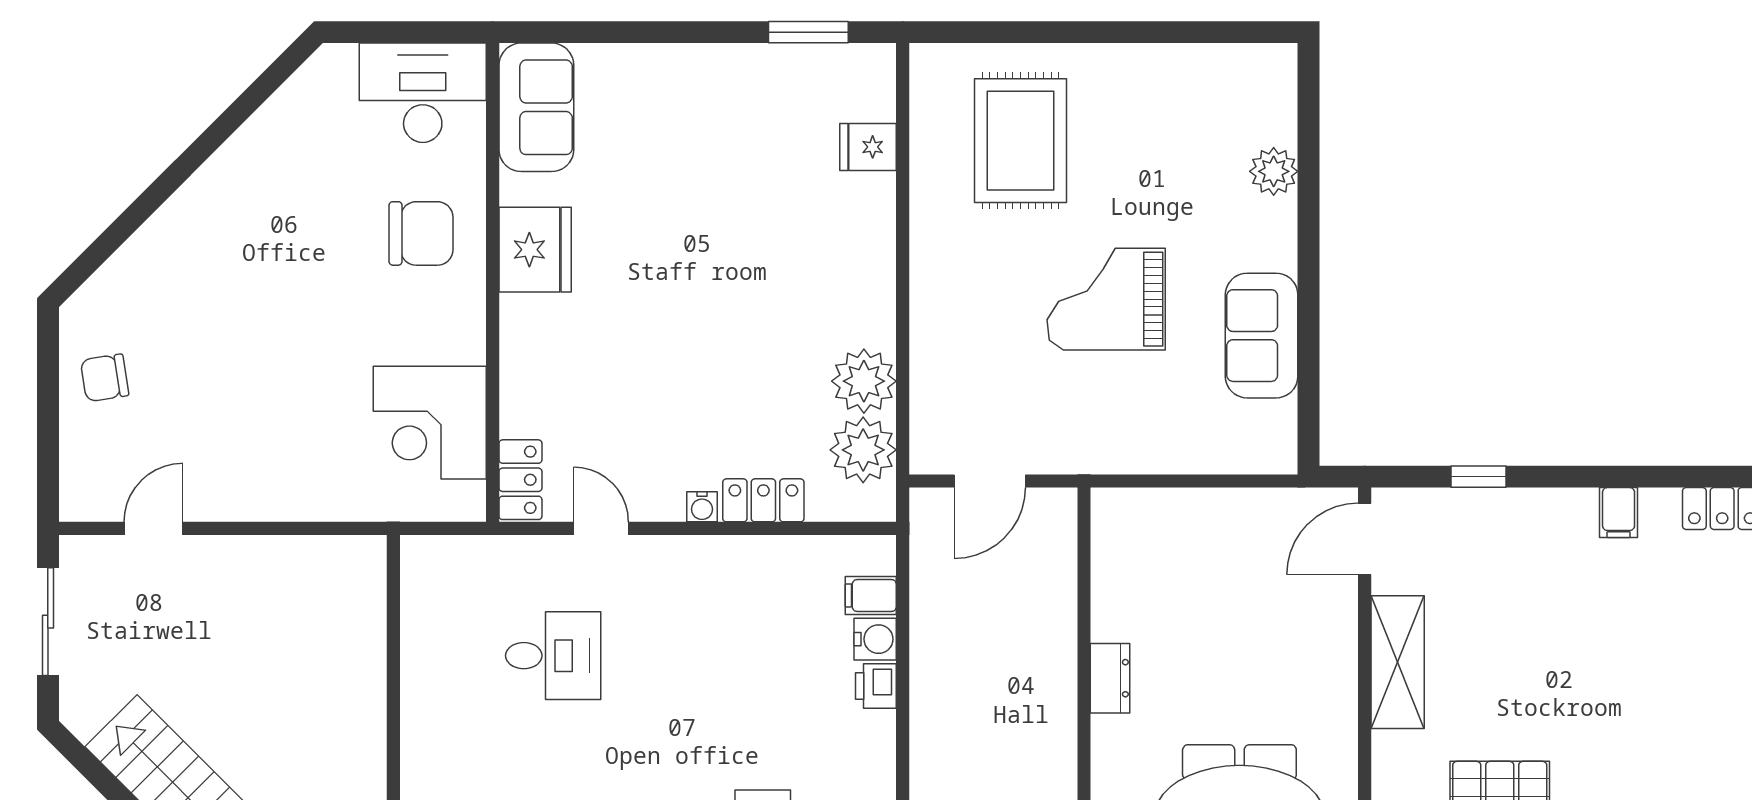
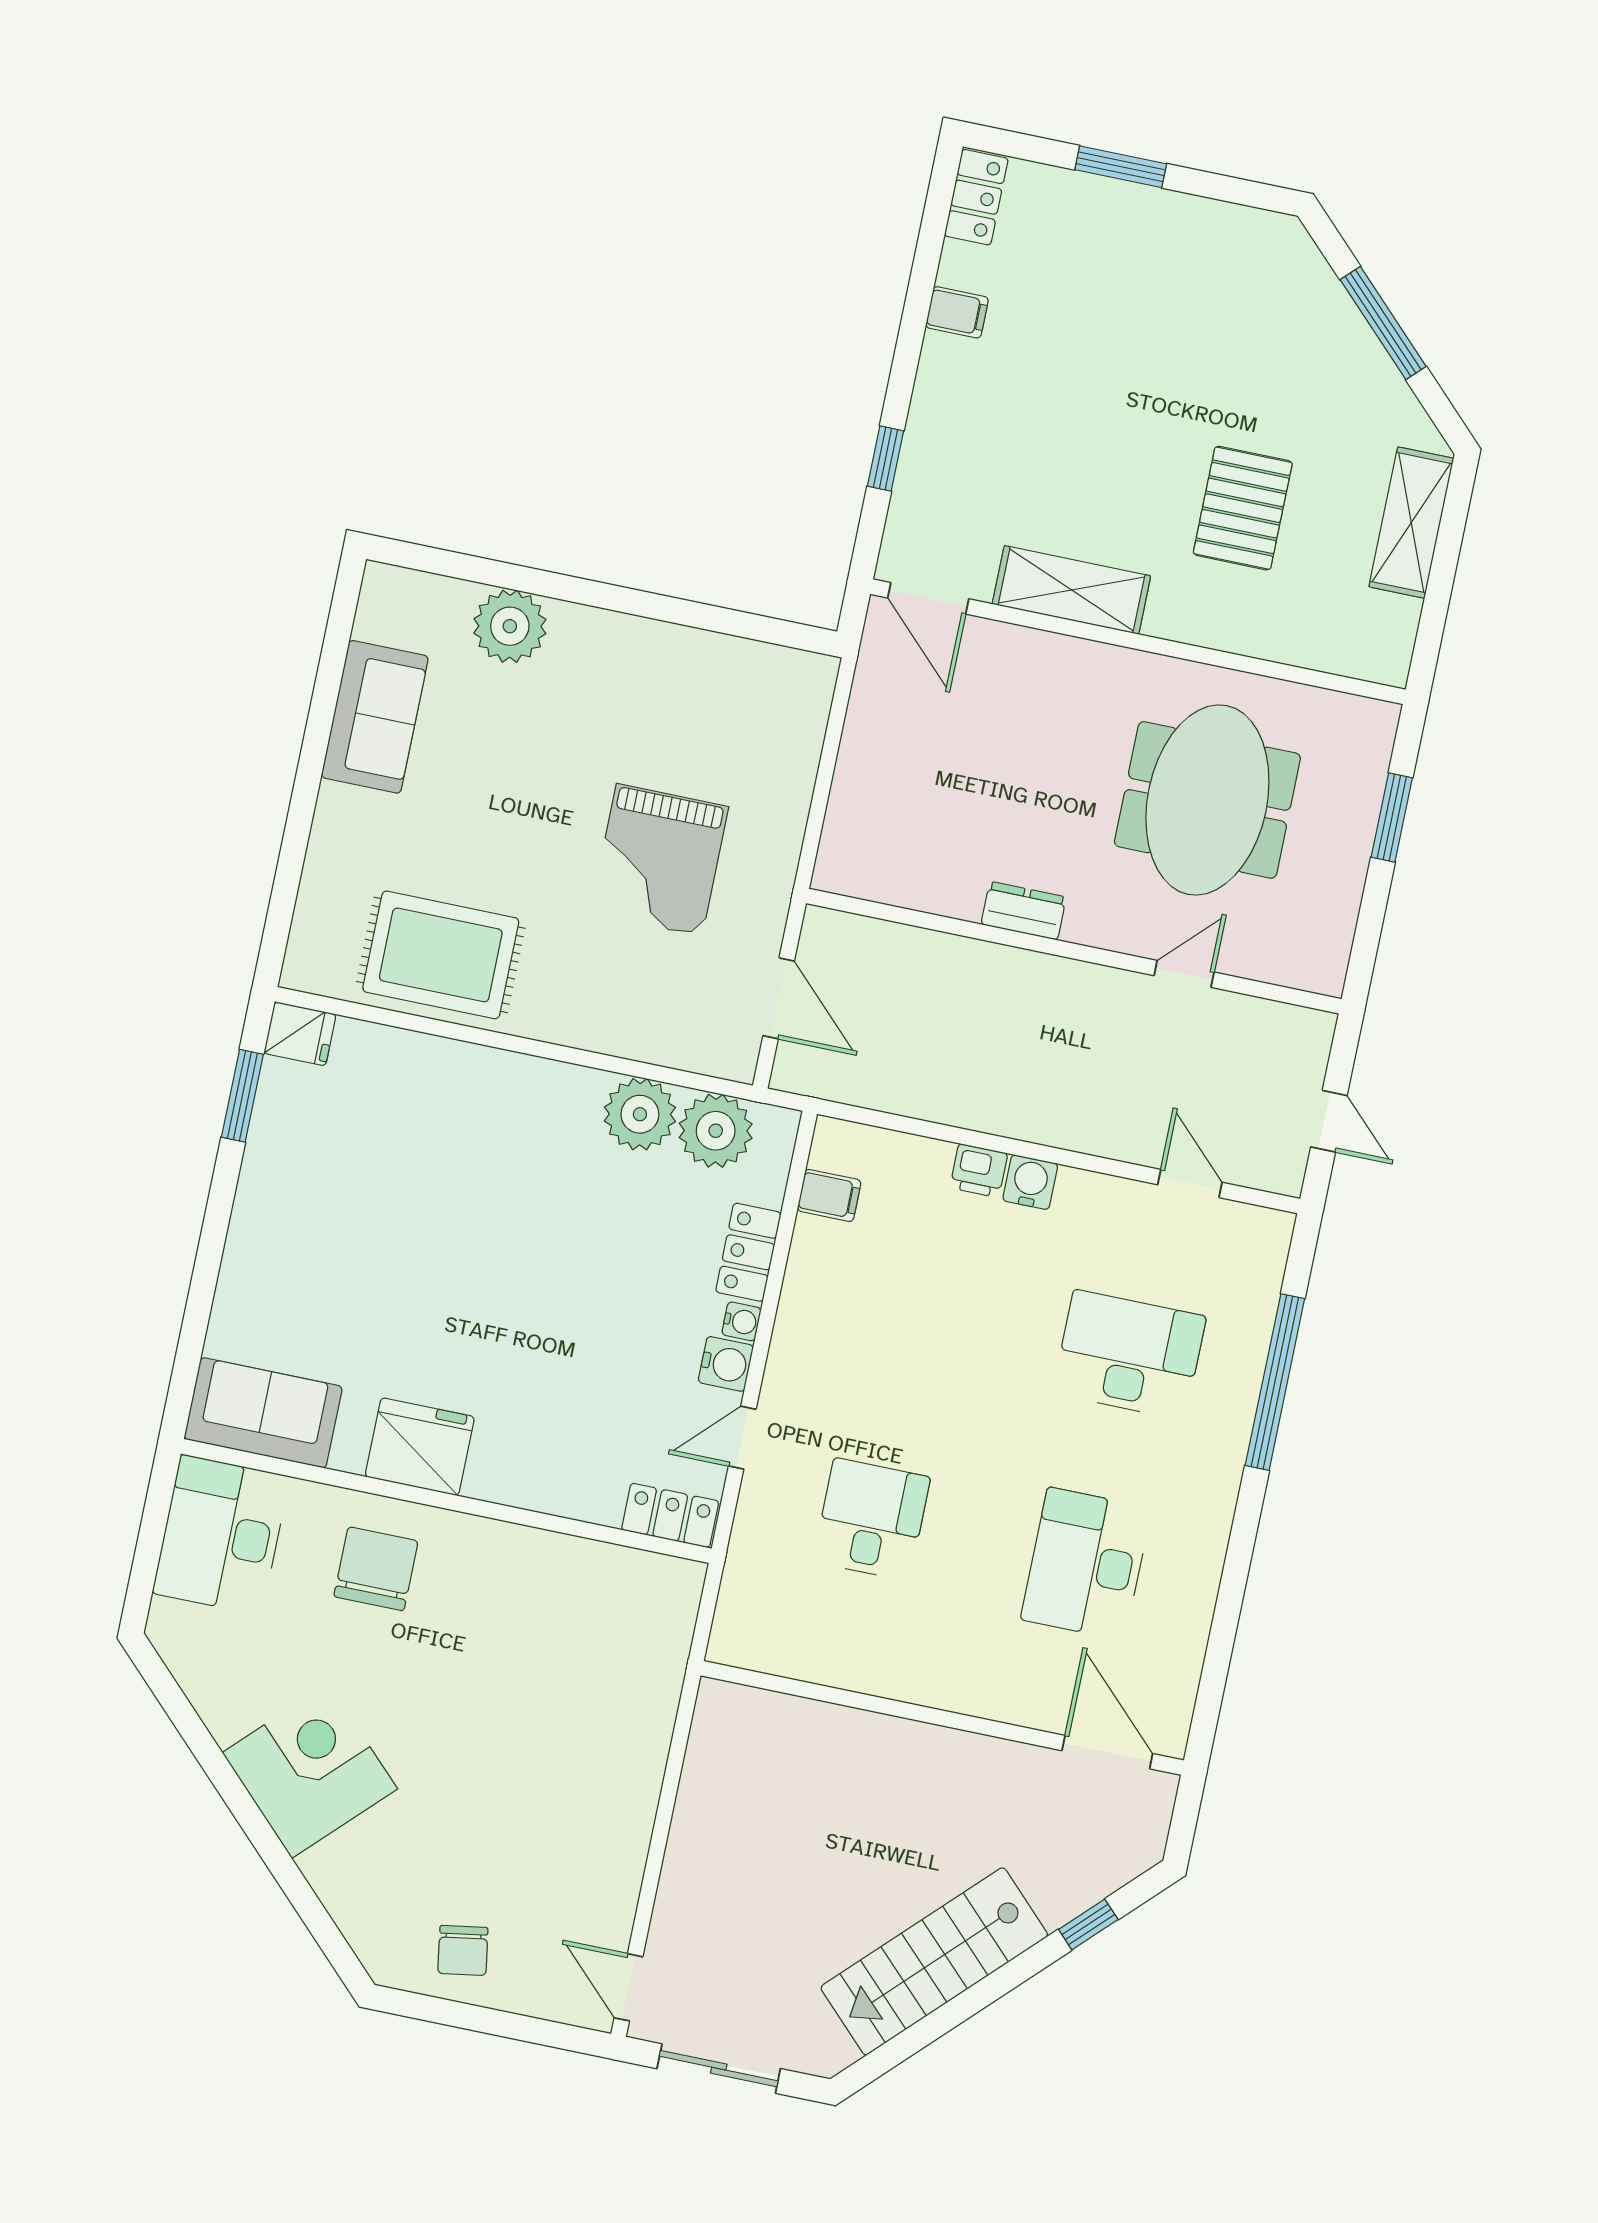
rug: (1020, 141) -> (441, 955), moved
fridge: (868, 147) -> (300, 1034), moved, turned -90
plant: (1274, 171) -> (510, 626), width x1.36, depth x1.36
grand piano: (1106, 299) -> (659, 860), moved
sofa: (1262, 336) -> (375, 717), moved, turned -90
corner desk: (430, 423) -> (310, 1771), moved, turned -135
water cooler: (662, 501) -> (726, 1364), added
door: (153, 528) -> (628, 1987), moved
filing cabinet: (871, 595) -> (829, 1195), moved, turned -90
water cooler: (875, 639) -> (1030, 1182), moved

